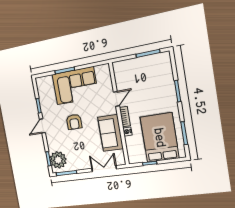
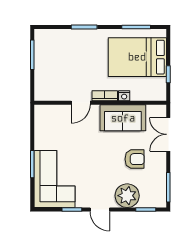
corner sofa: (75, 86) -> (55, 179), moved
door: (116, 99) -> (81, 103), swing flipped
armchair: (74, 122) -> (135, 159), moved
plant: (58, 160) -> (127, 196), moved

